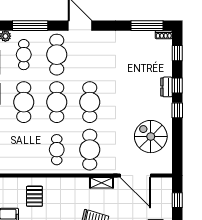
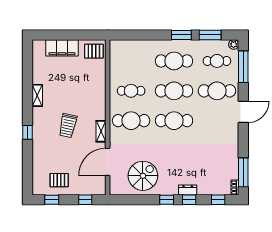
pallet: (34, 196) -> (94, 51), moved

